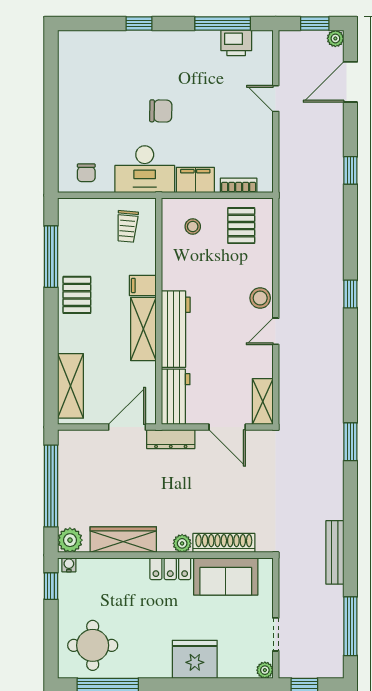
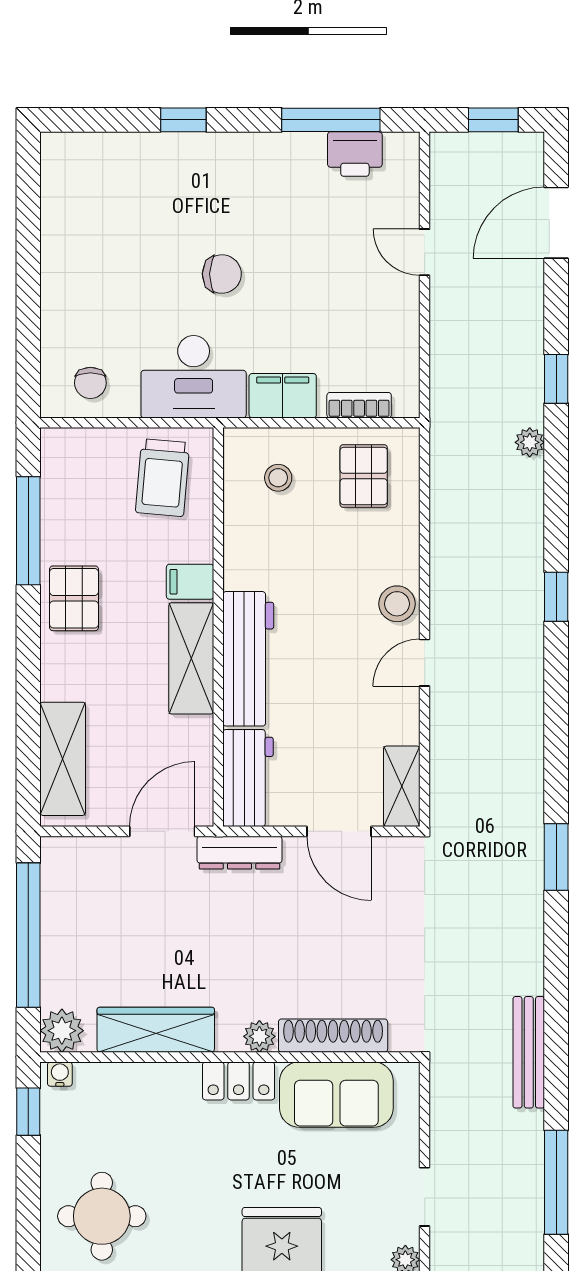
plant: (335, 38) -> (530, 442), moved
trolley: (127, 226) -> (163, 478), width x1.36, depth x1.39

